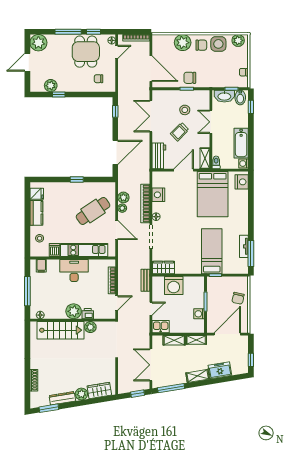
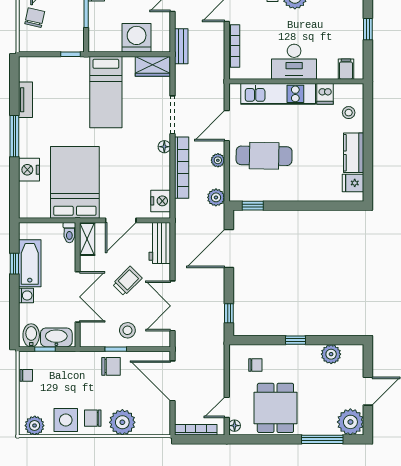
window: (68, 32) -> (322, 439), moved
window: (93, 32) -> (263, 439), removed
window: (59, 94) -> (296, 340), moved
window: (251, 107) -> (14, 264), moved
stool: (185, 110) -> (127, 330), moved
double door: (151, 116) -> (173, 306), swing flipped
double door: (211, 122) -> (78, 297), width x1.37
washing machine: (243, 164) -> (26, 295), moved
window: (77, 179) -> (253, 206), moved
nightstand: (242, 182) -> (29, 170), moved
nightstand: (158, 195) -> (161, 201), moved
plant: (123, 197) -> (216, 197), moved
cafe table: (93, 211) -> (264, 156), turned 35
door: (117, 230) -> (227, 126), hinge flipped
bed: (212, 251) -> (106, 92), moved
window: (251, 254) -> (14, 136), moved
window: (27, 291) -> (368, 29), width x0.46

